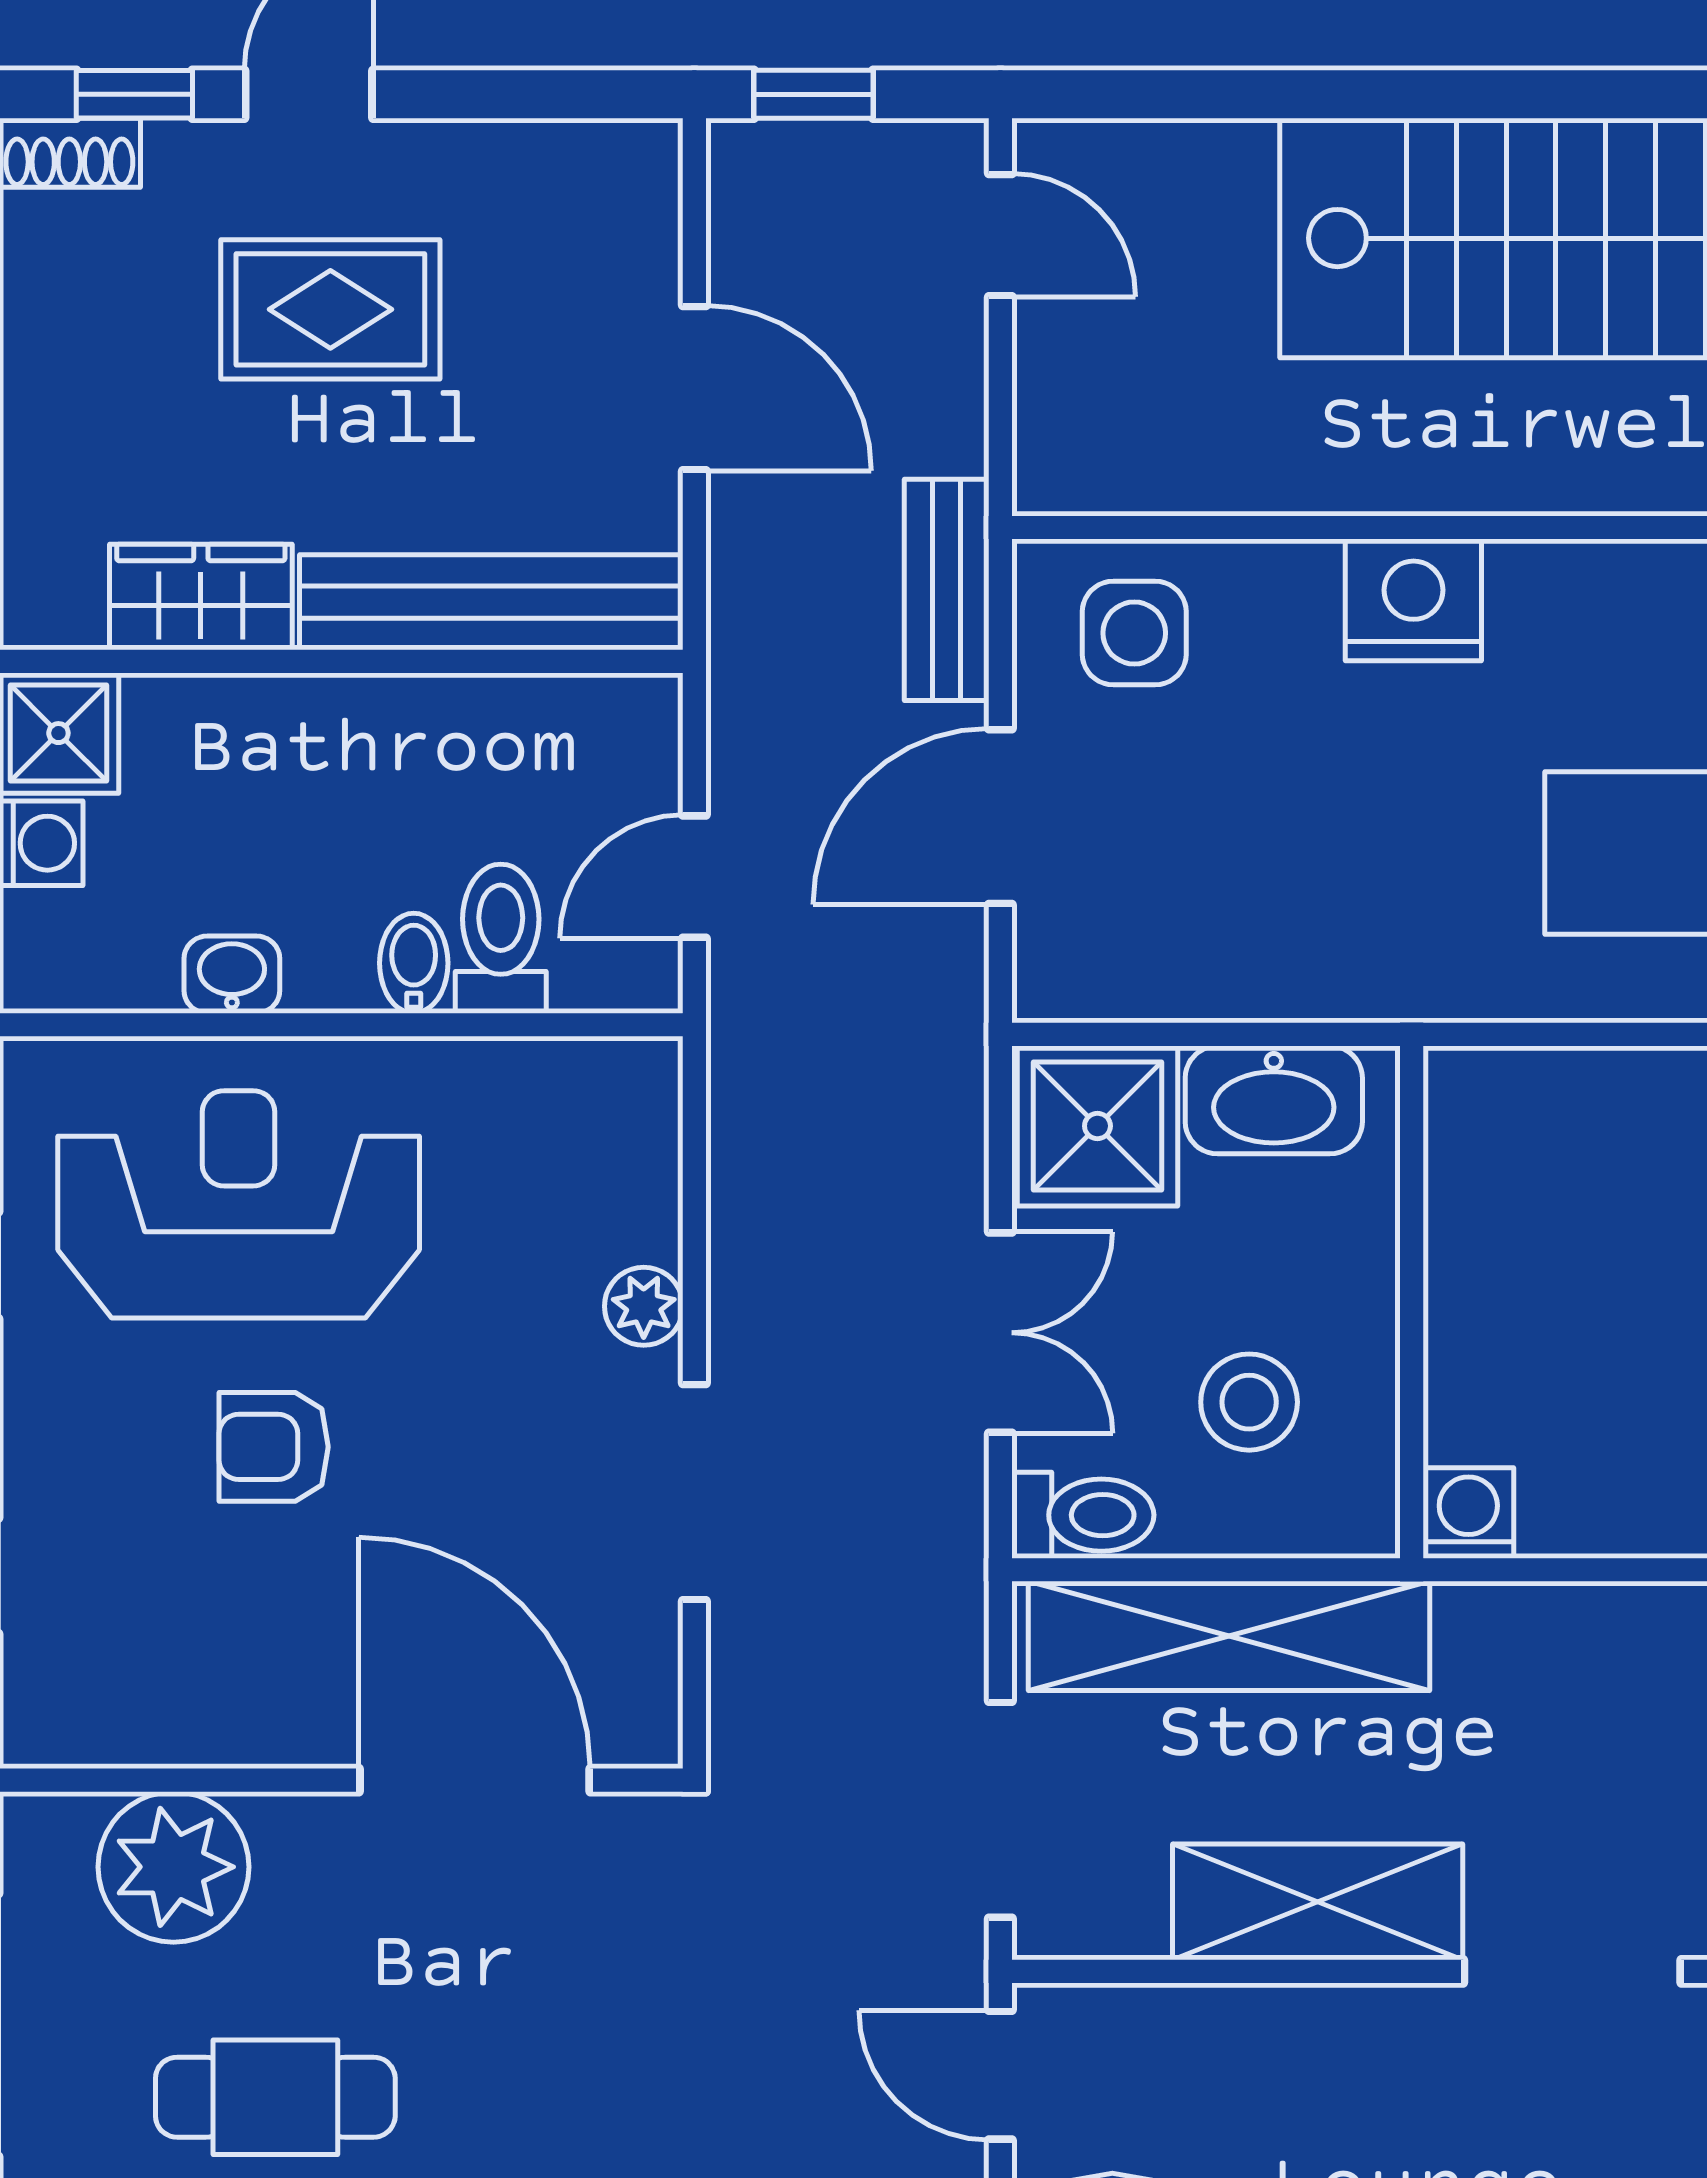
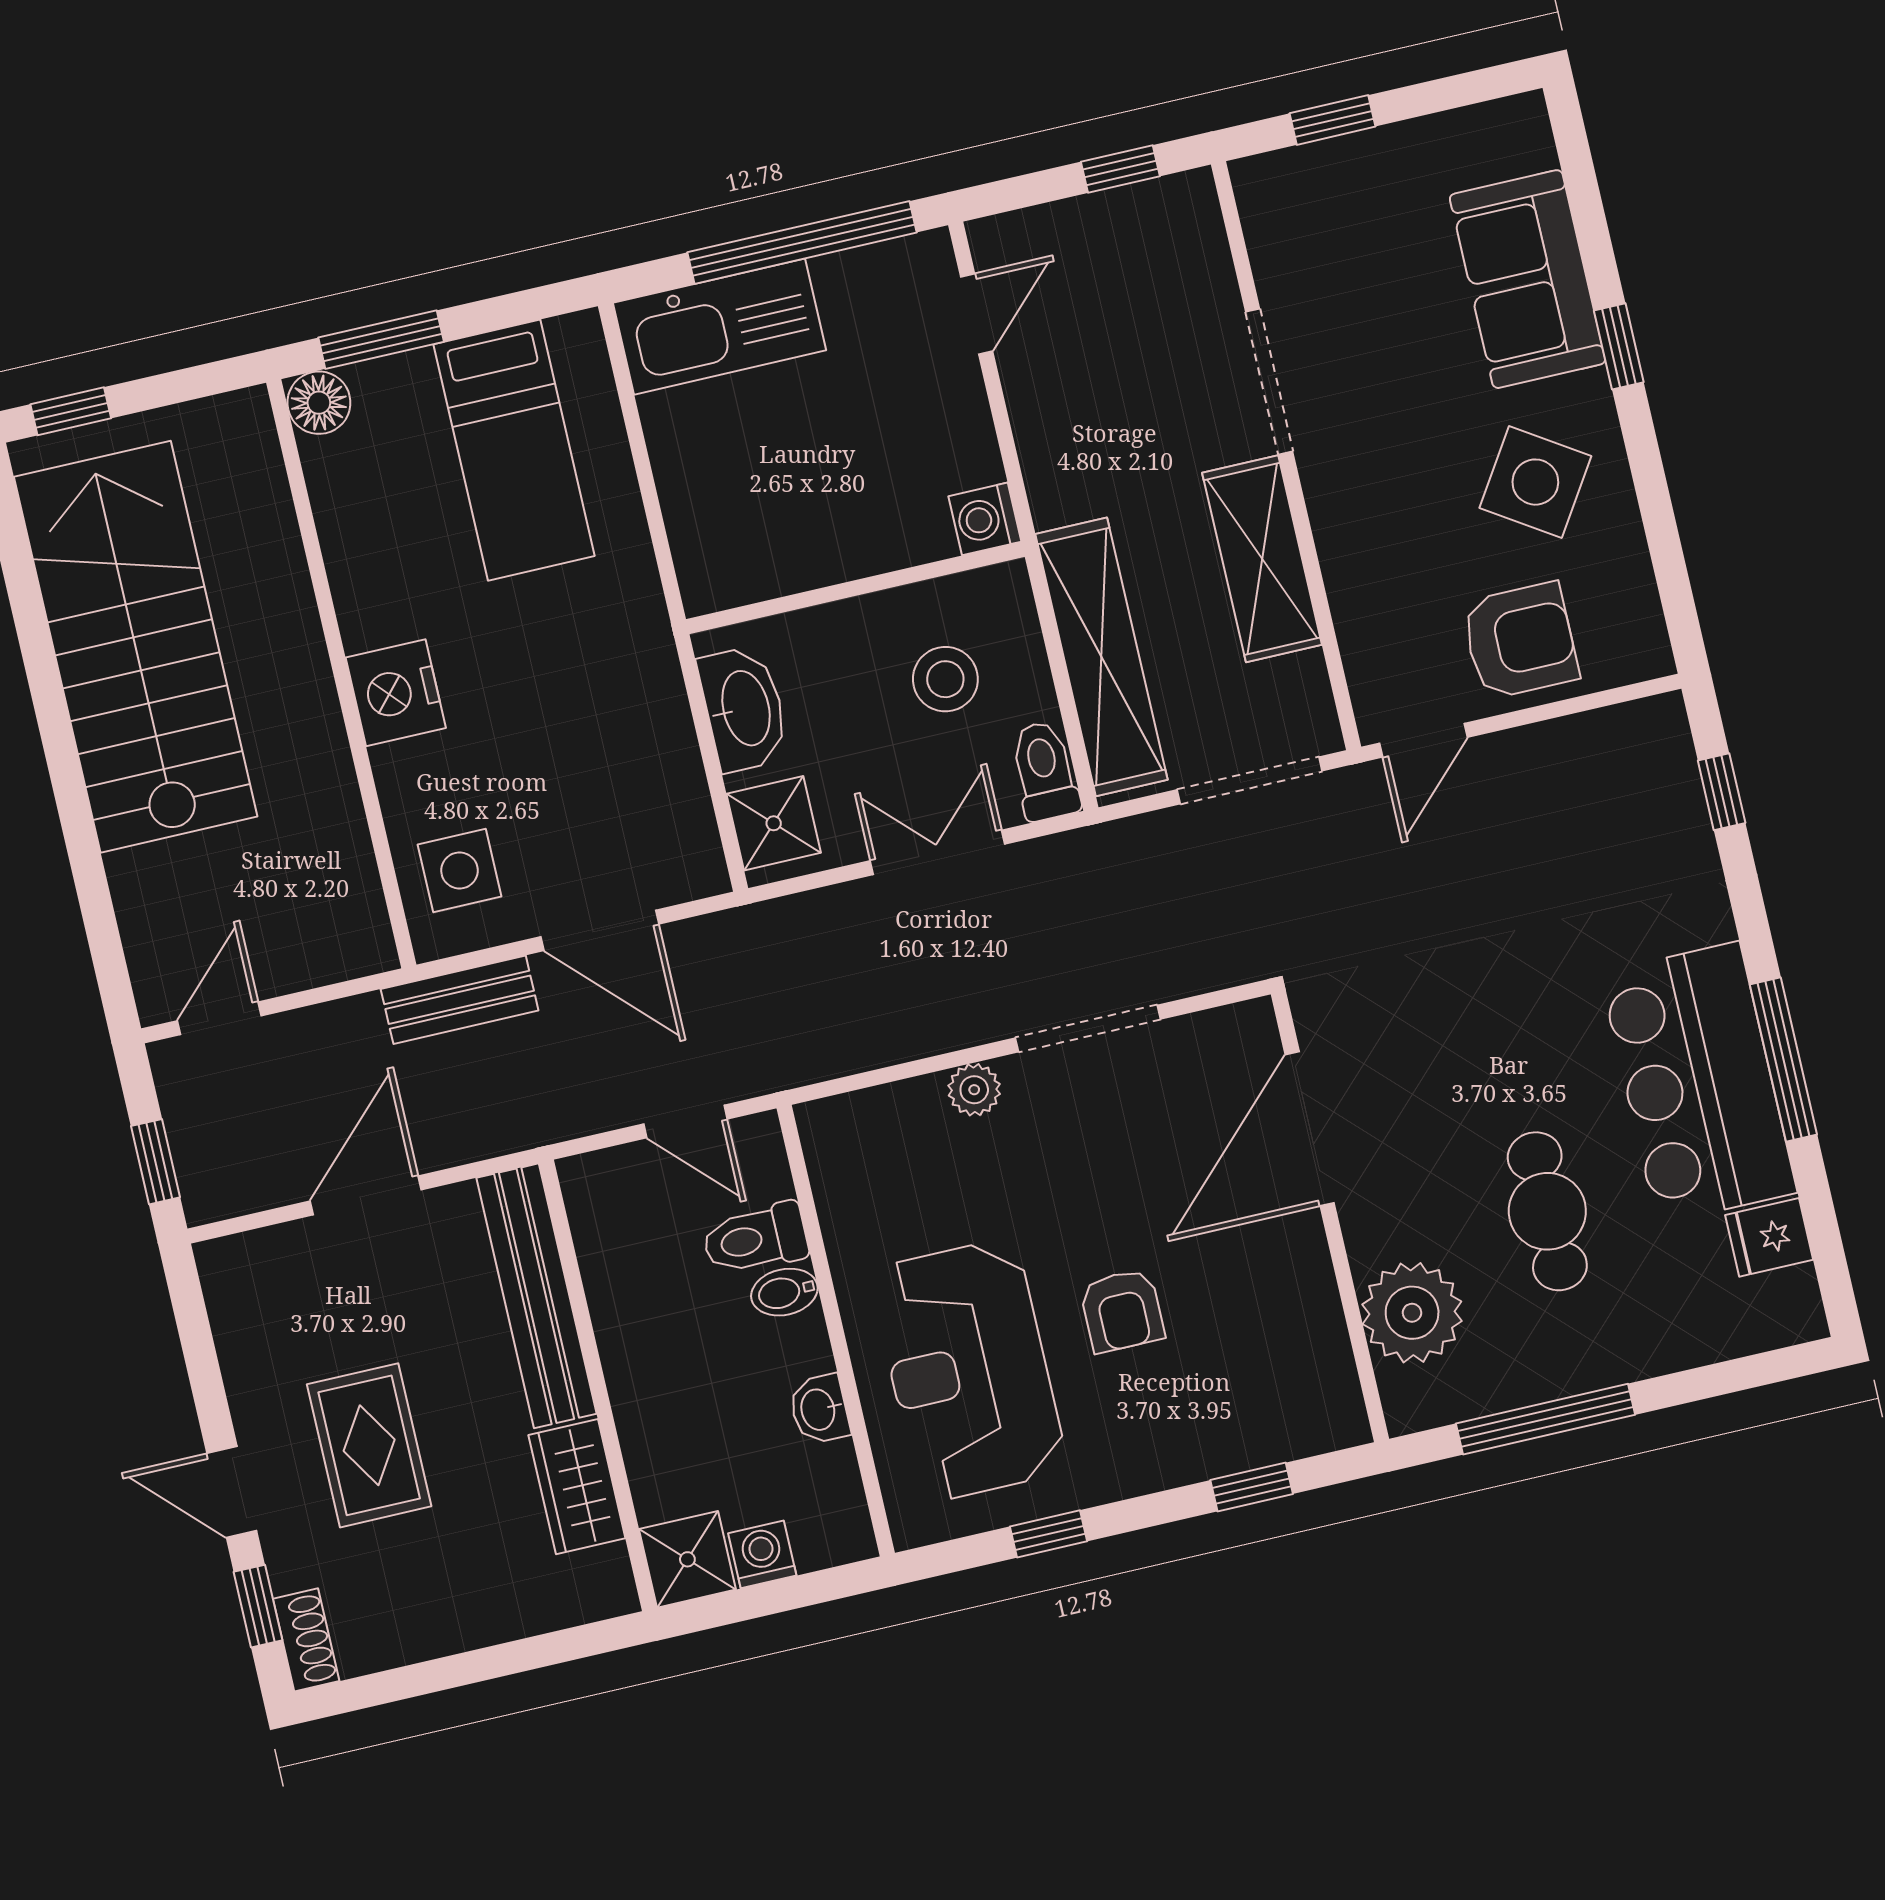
shower: (1097, 1126) -> (774, 823), width x0.73, depth x0.73

